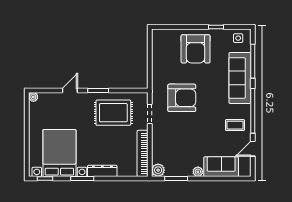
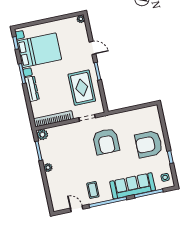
sofa: (221, 167) -> (56, 186), removed

